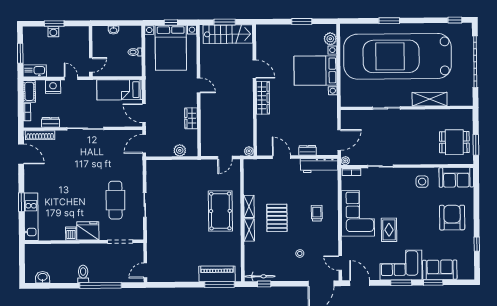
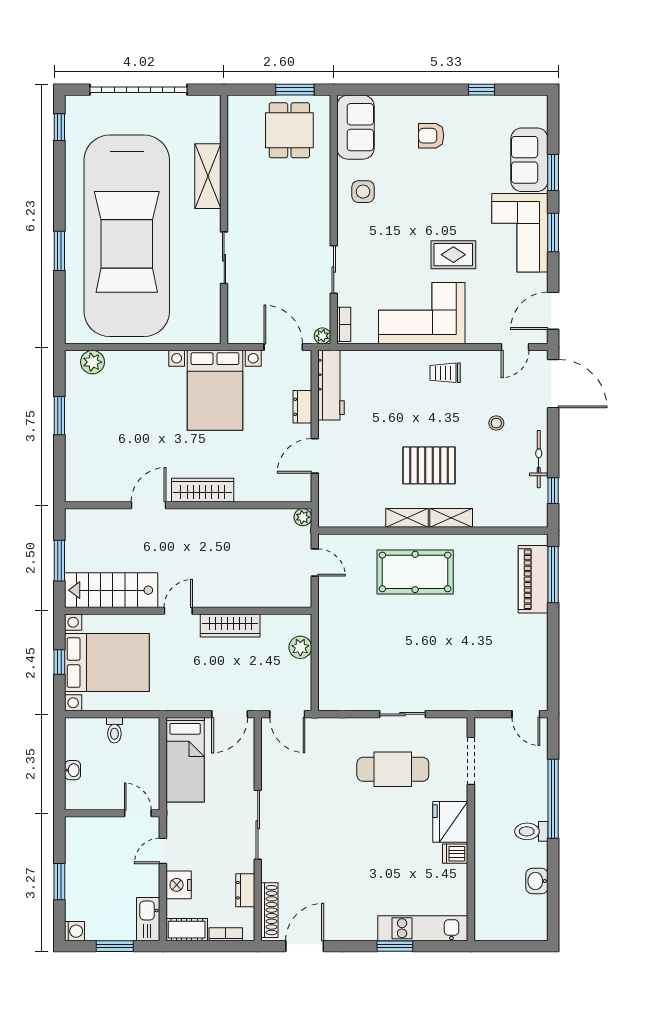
washing machine: (53, 32) -> (75, 931), moved
stairs: (228, 34) -> (111, 590), moved, turned -90
bed with nightstands: (316, 71) -> (215, 390), moved
wardrobe: (191, 118) -> (230, 625), width x1.50
trolley: (317, 213) -> (445, 373), moved
armchair: (452, 218) -> (431, 136), width x0.53, depth x0.53
bicycle: (260, 276) -> (539, 459), moved
washbasin: (43, 277) -> (537, 881), moved

